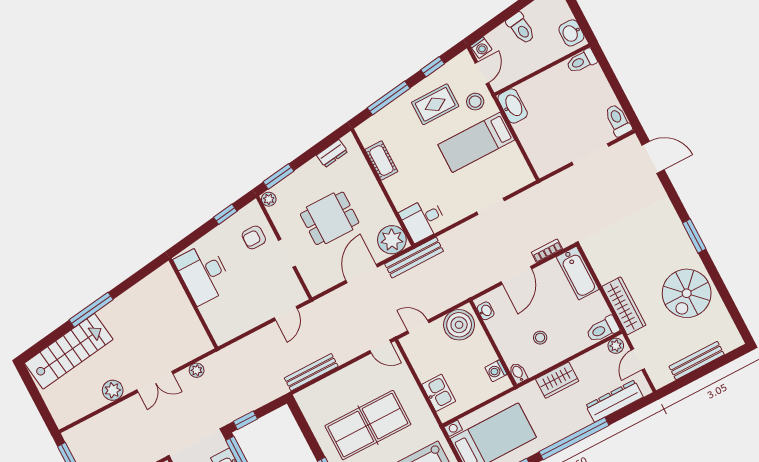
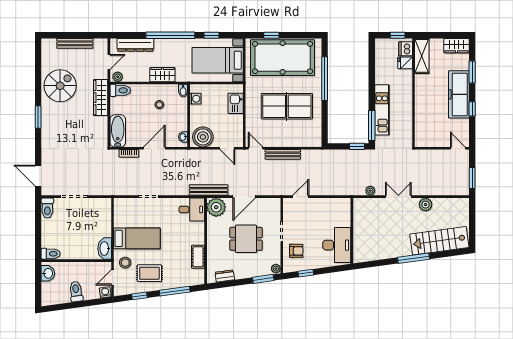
bench: (311, 372) -> (283, 154), moved

